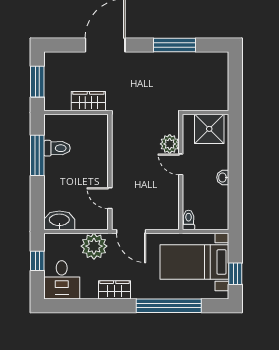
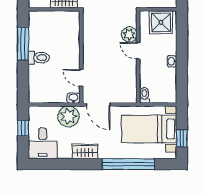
toilet: (57, 148) -> (39, 58), moved
washbasin: (59, 220) -> (73, 98), moved, width x0.52, depth x0.69

